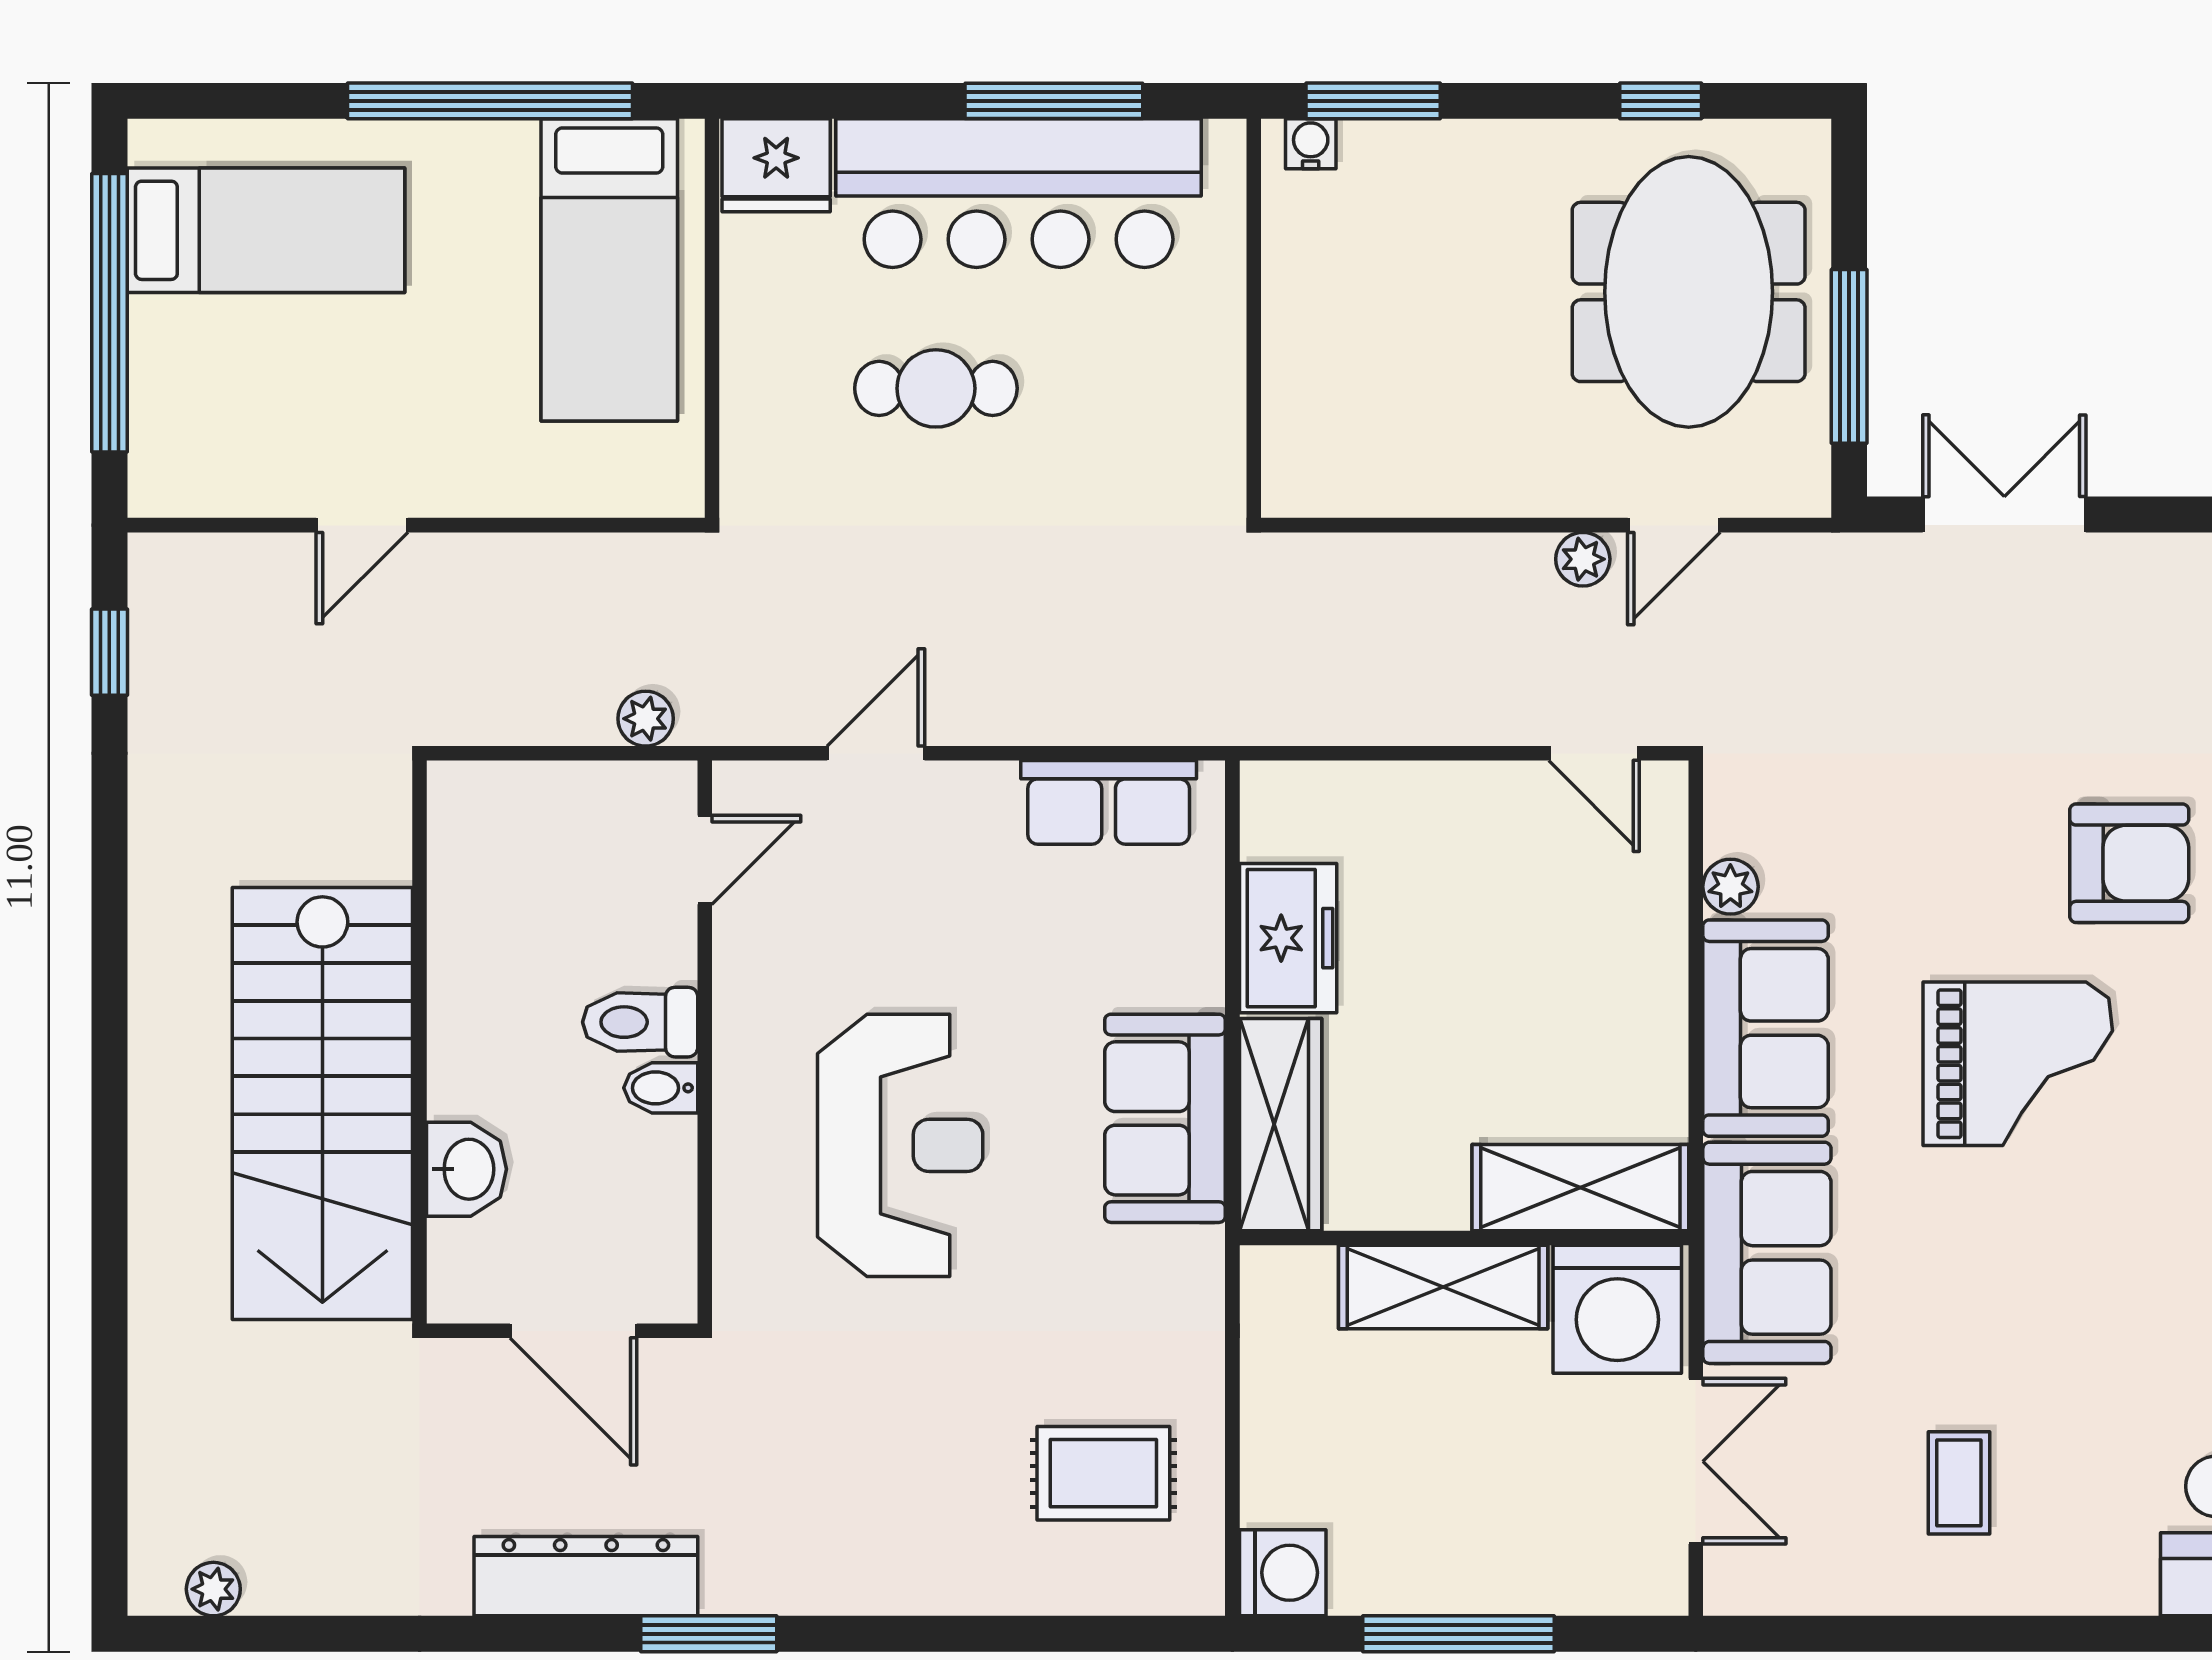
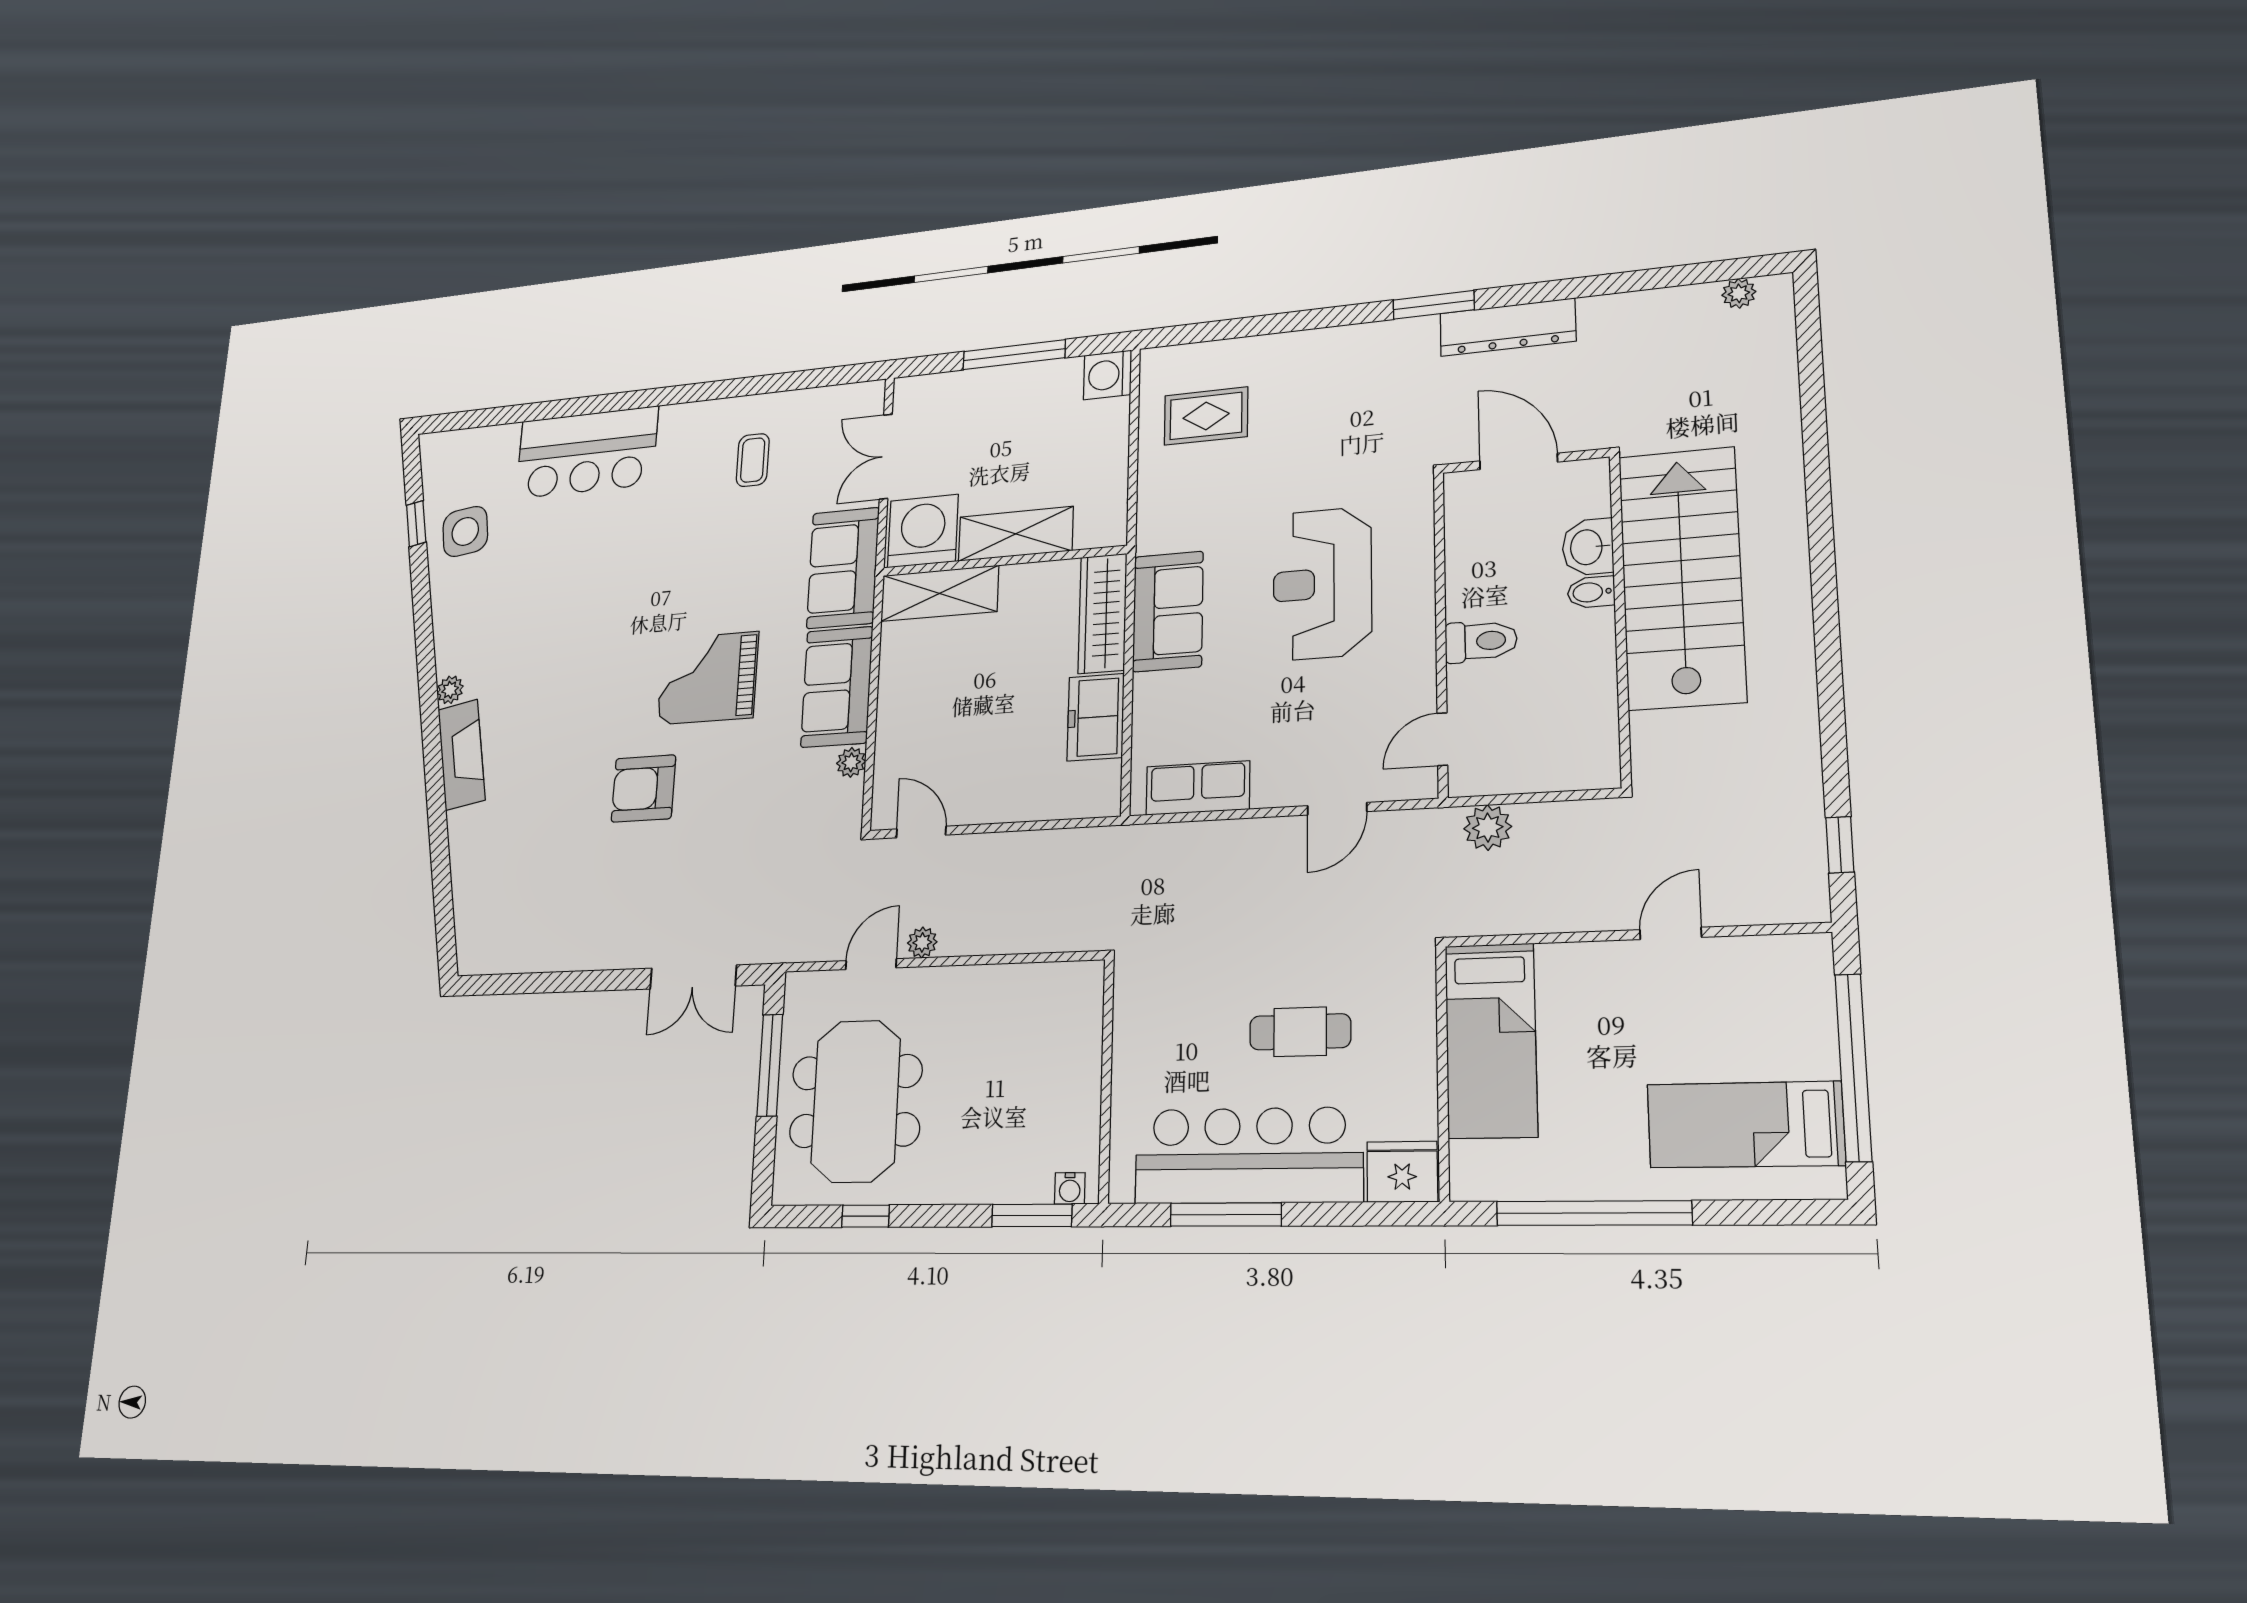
bed: (609, 270) -> (1491, 1040), moved, turned 180
plant: (646, 719) -> (1488, 828), width x1.38, depth x1.38
bidet: (661, 1088) -> (1591, 592), moved, turned 180

